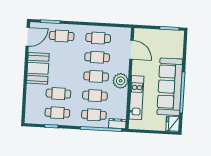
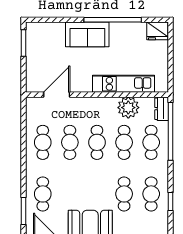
plant: (121, 81) -> (128, 108), moved
sofa: (170, 87) -> (87, 34), width x0.54, depth x0.79

